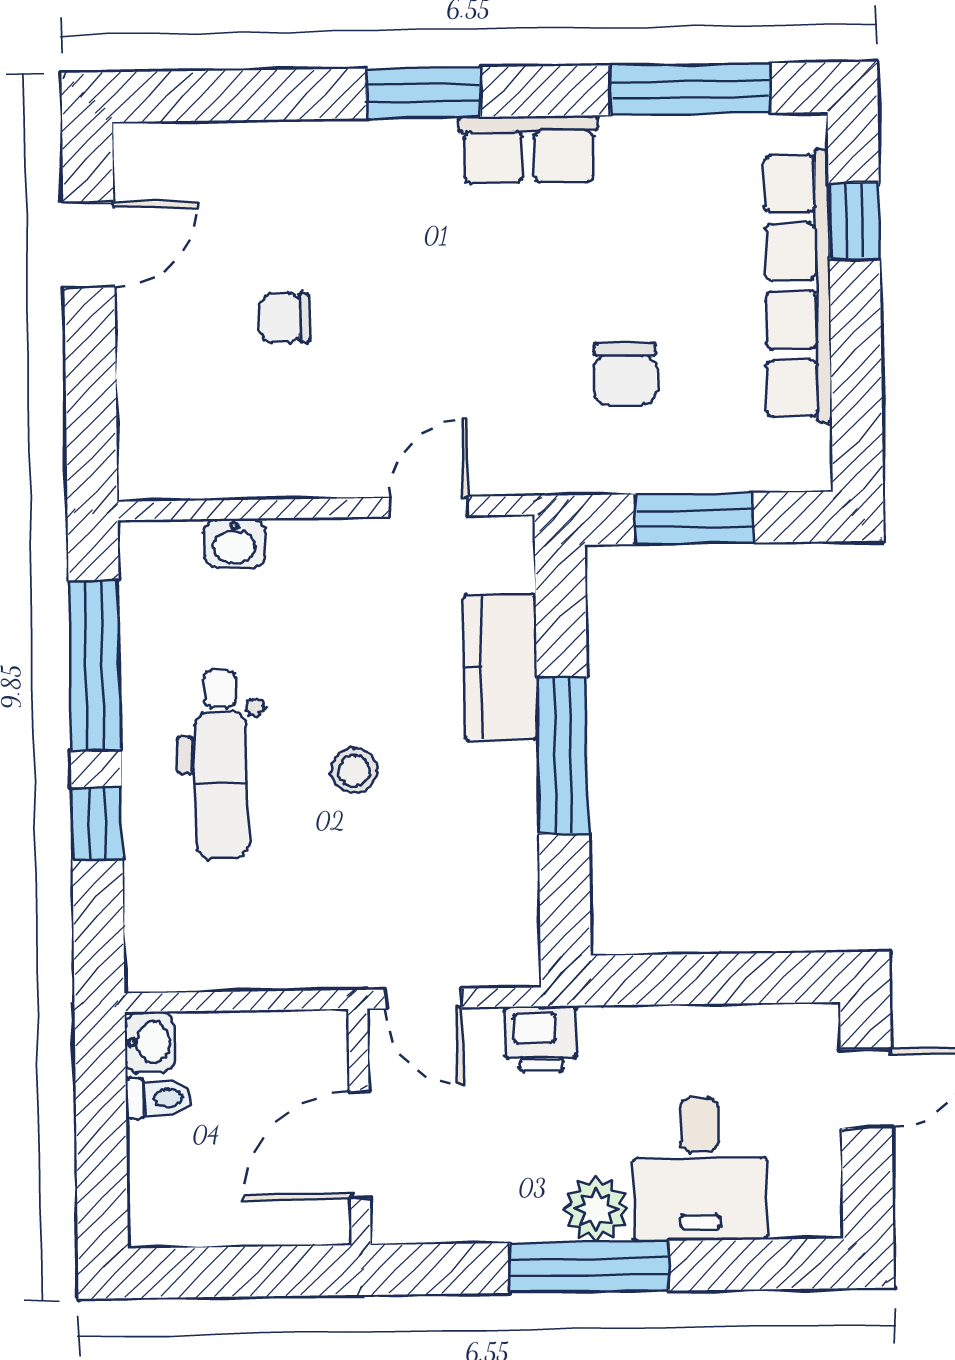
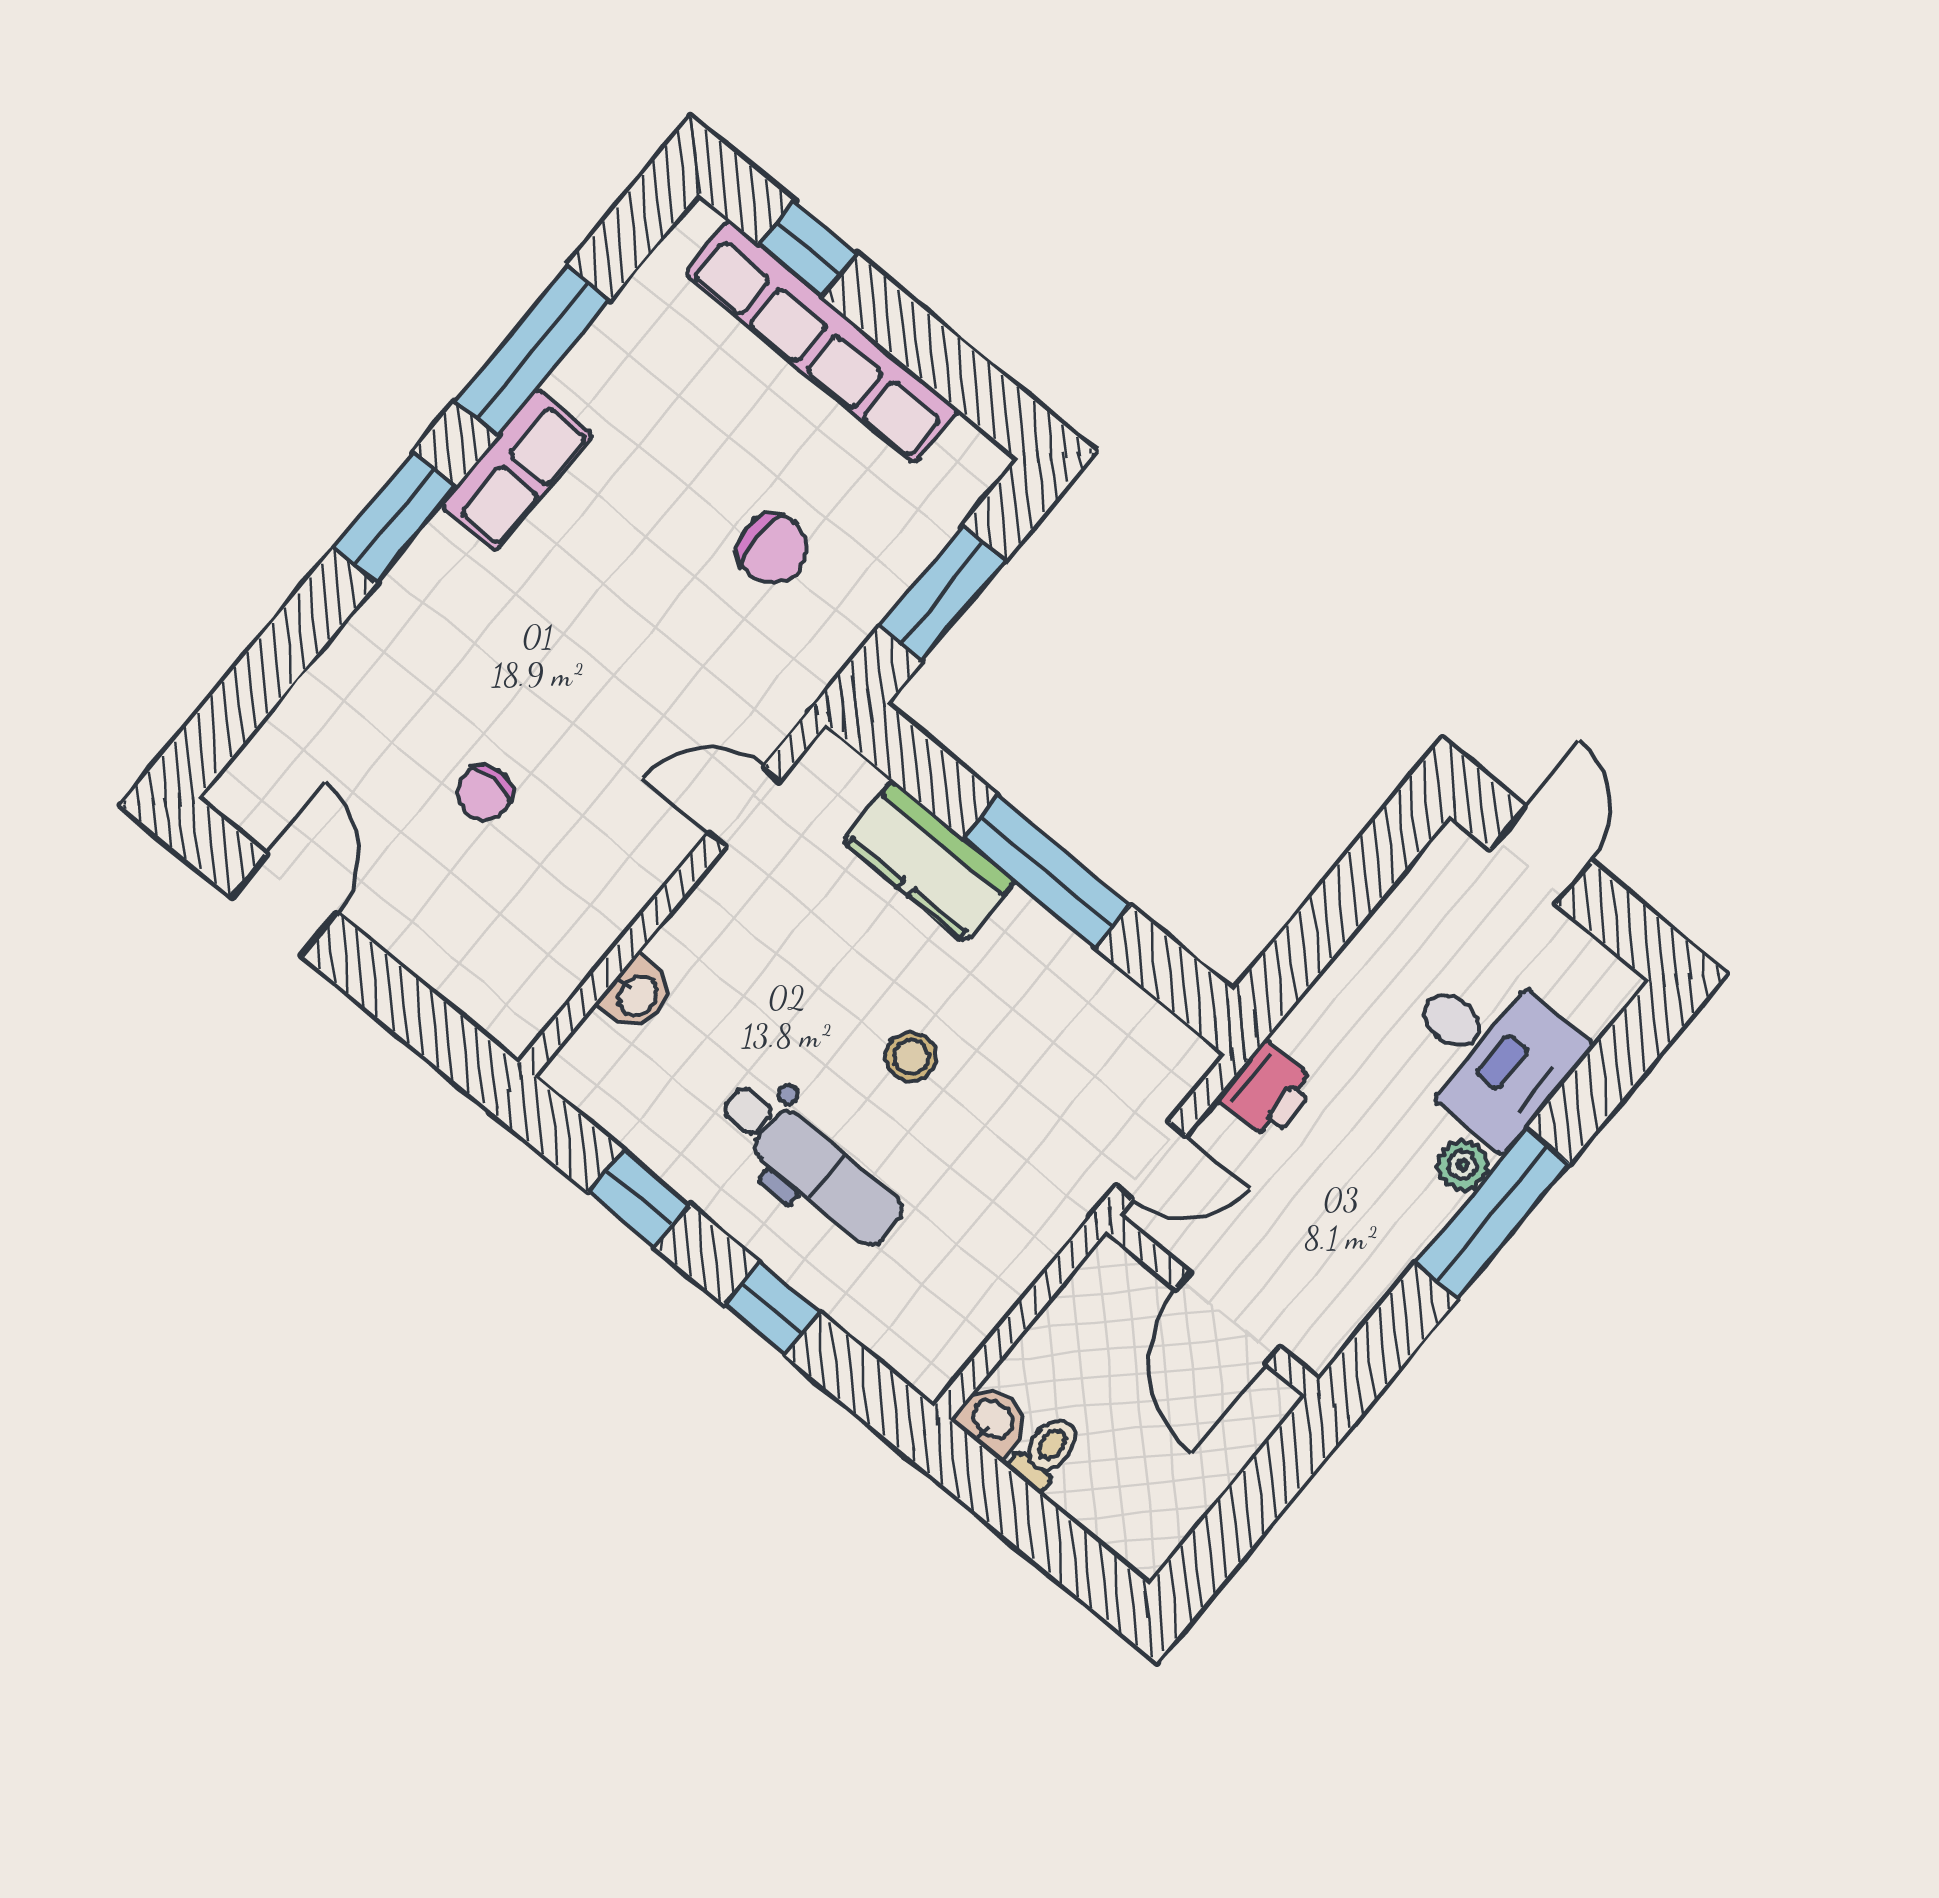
window: (690, 89) -> (533, 350), moved
door: (429, 507) -> (744, 807), hinge flipped
window: (95, 666) -> (639, 1199), width x0.46
plant: (596, 1209) -> (1463, 1165), width x0.73, depth x0.73

